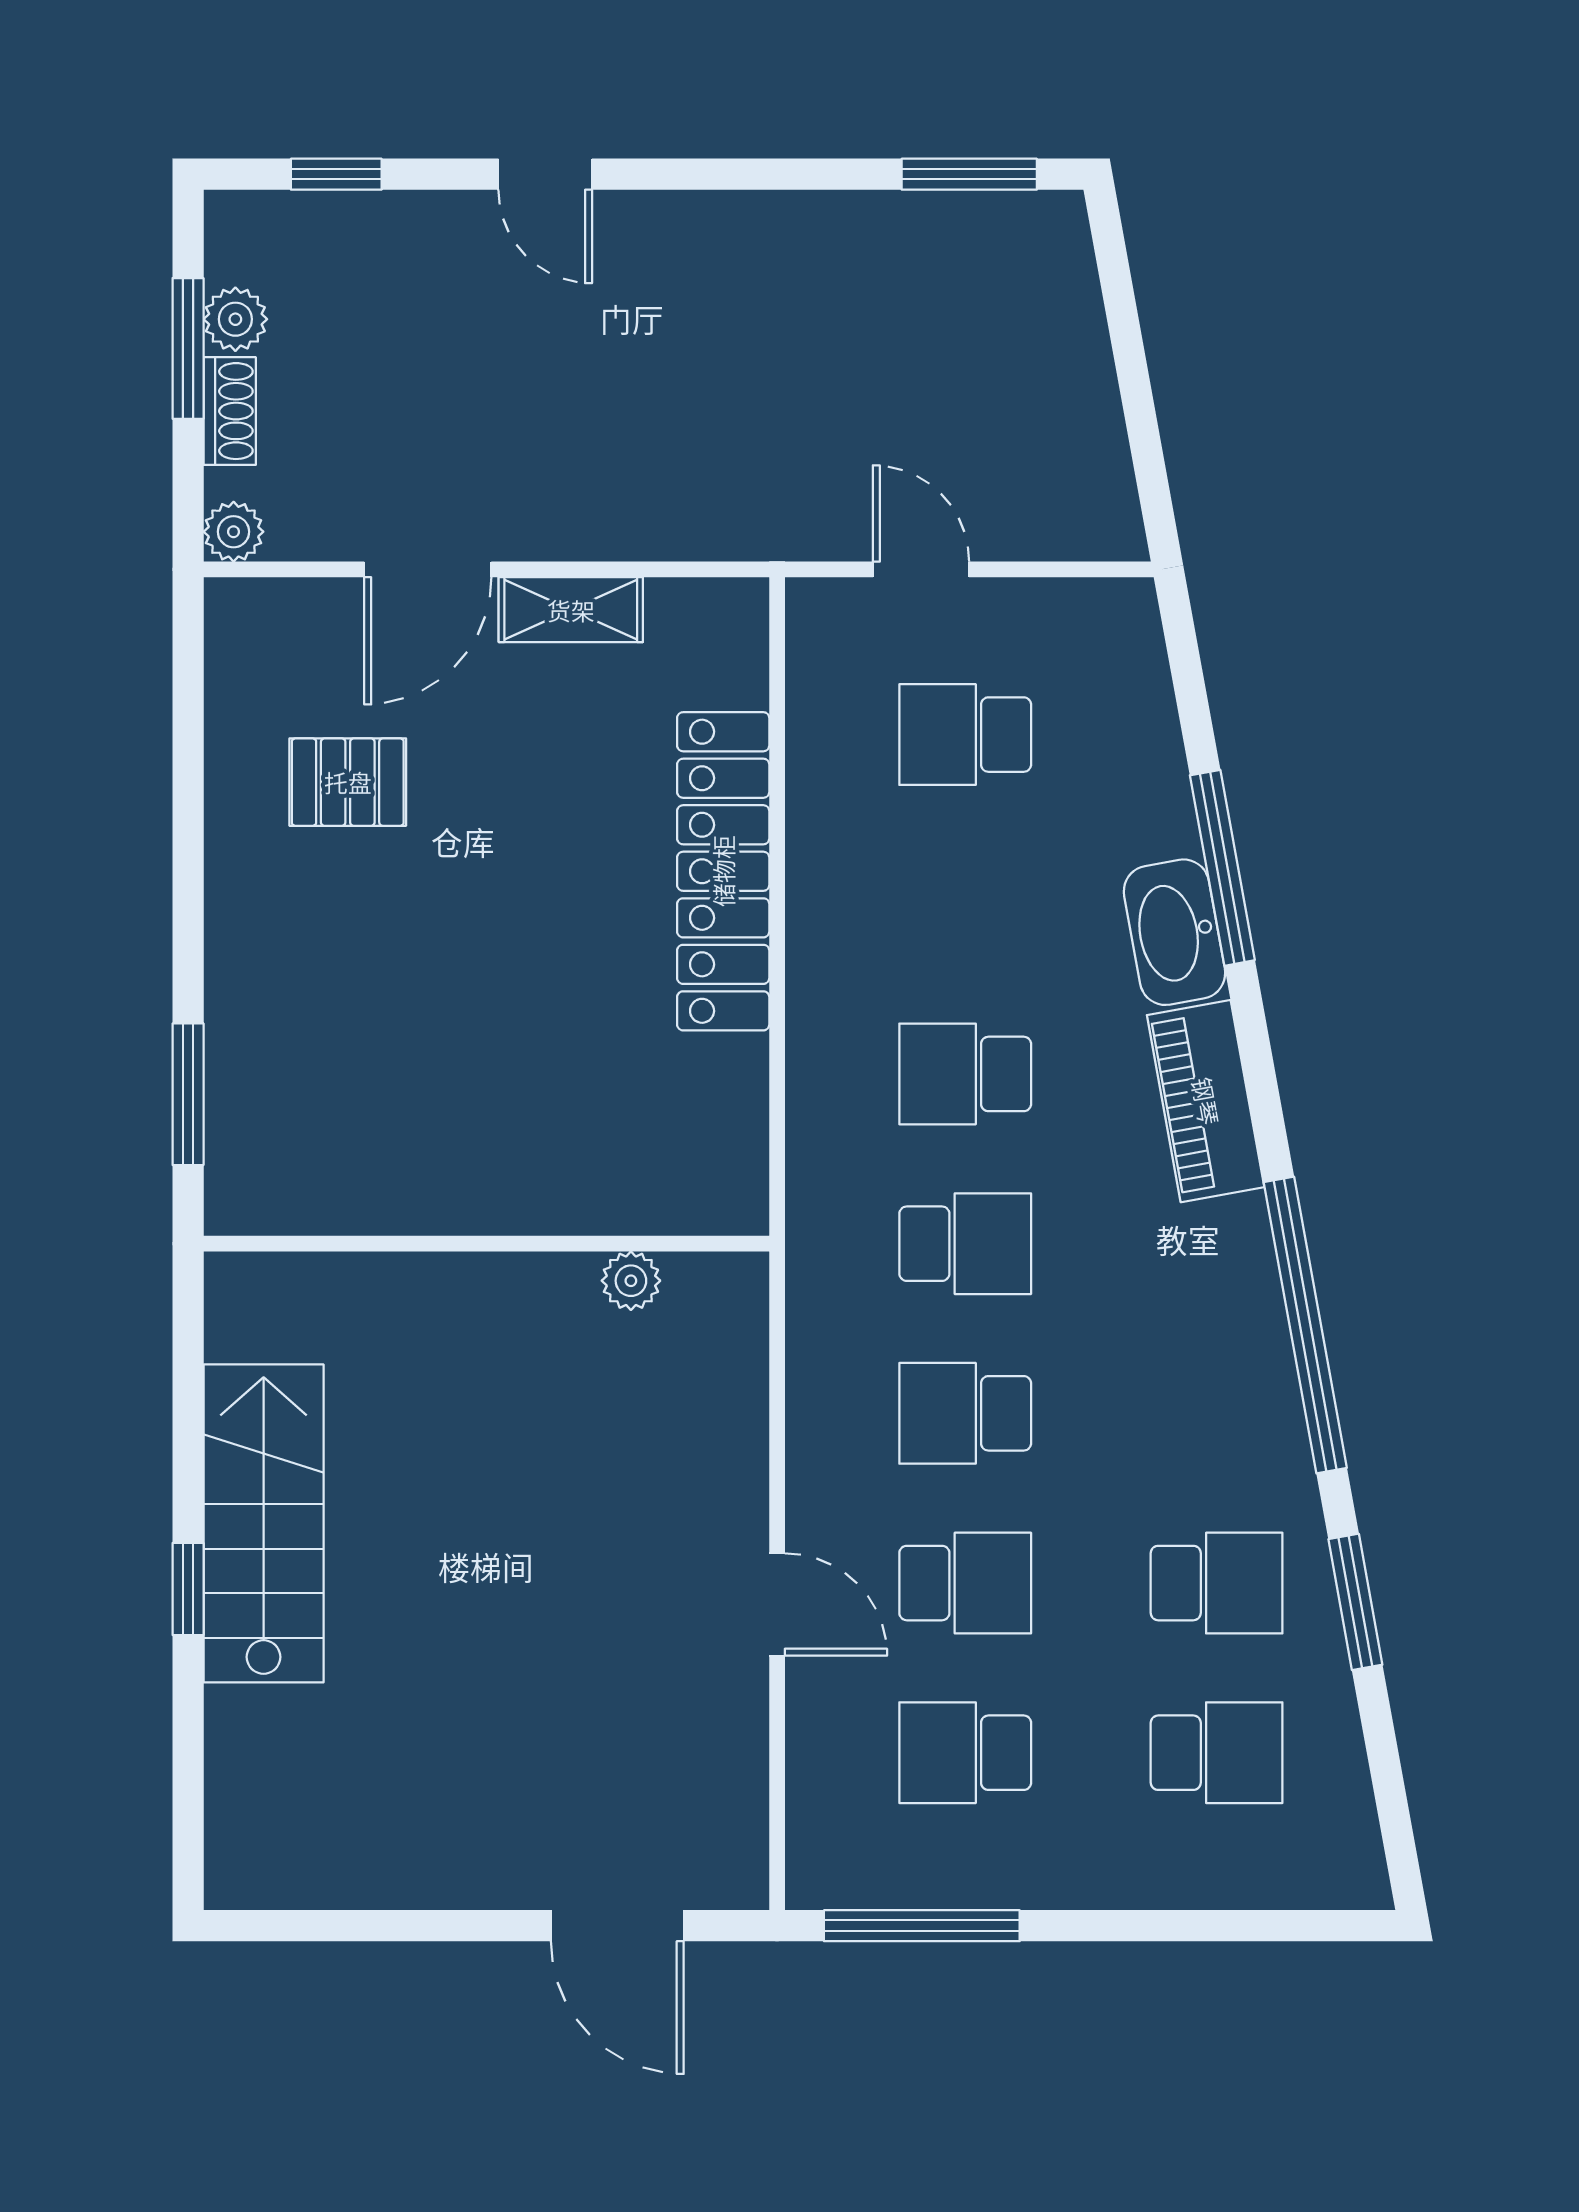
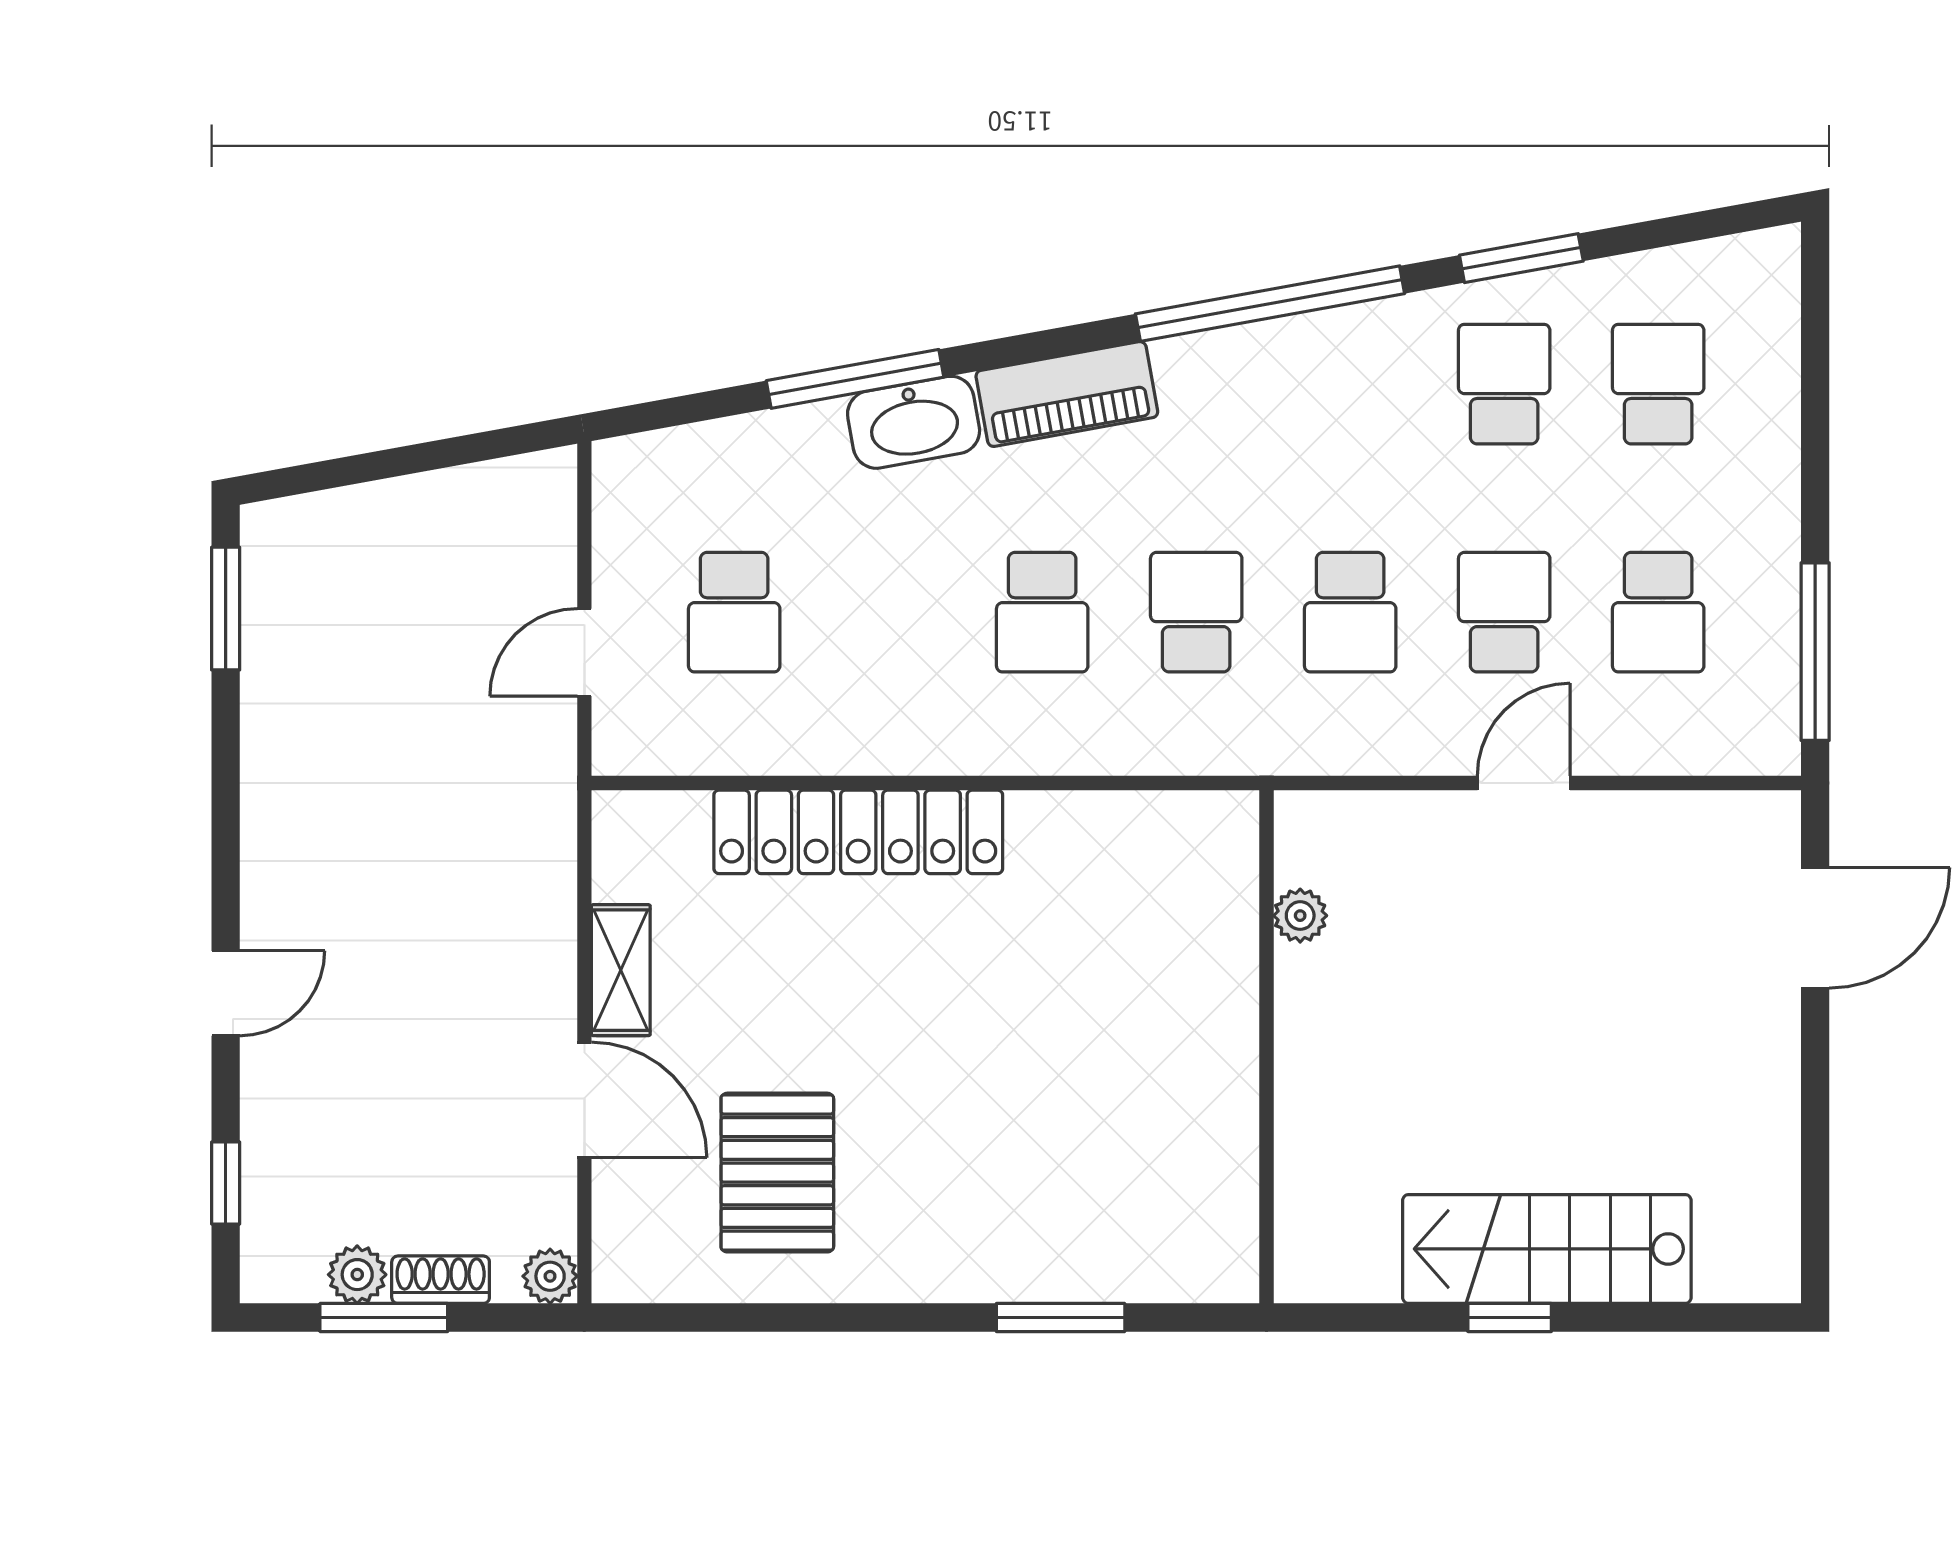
pallet: (348, 782) -> (777, 1173), width x1.50, depth x1.42
wall: (486, 1244) -> (1266, 1047), moved
plant: (631, 1281) -> (1300, 916), moved
stairs: (264, 1523) -> (1547, 1249), moved

